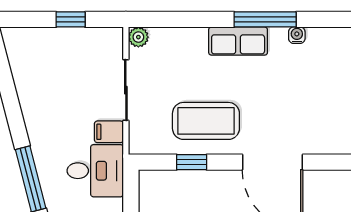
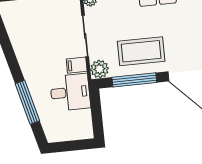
plant: (142, 141) -> (99, 69), added
window: (192, 162) -> (134, 80), width x2.17

